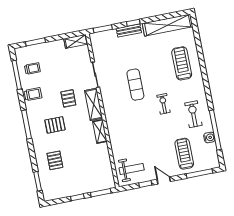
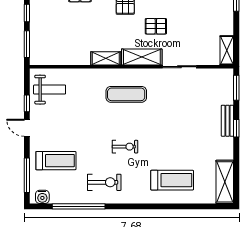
shelving: (168, 25) -> (225, 182), width x0.68
exercise mat: (135, 85) -> (126, 94), moved
water cooler: (209, 137) -> (42, 197), moved
weight bench: (132, 169) -> (50, 90), turned -90
door: (164, 180) -> (27, 128), swing flipped

